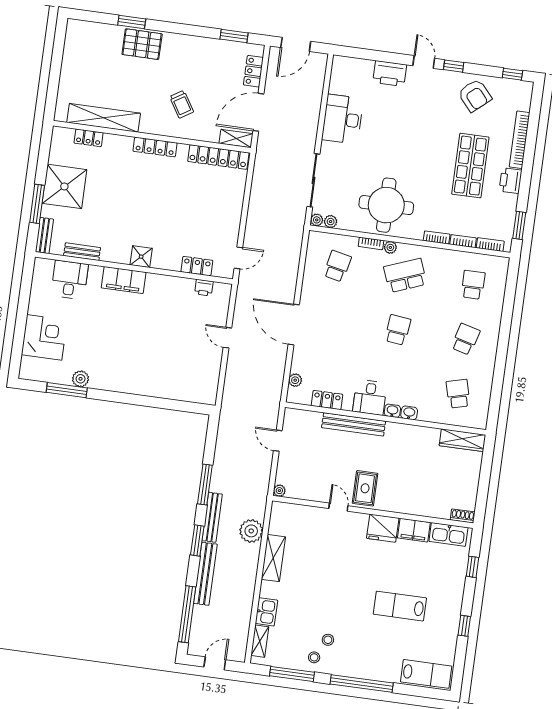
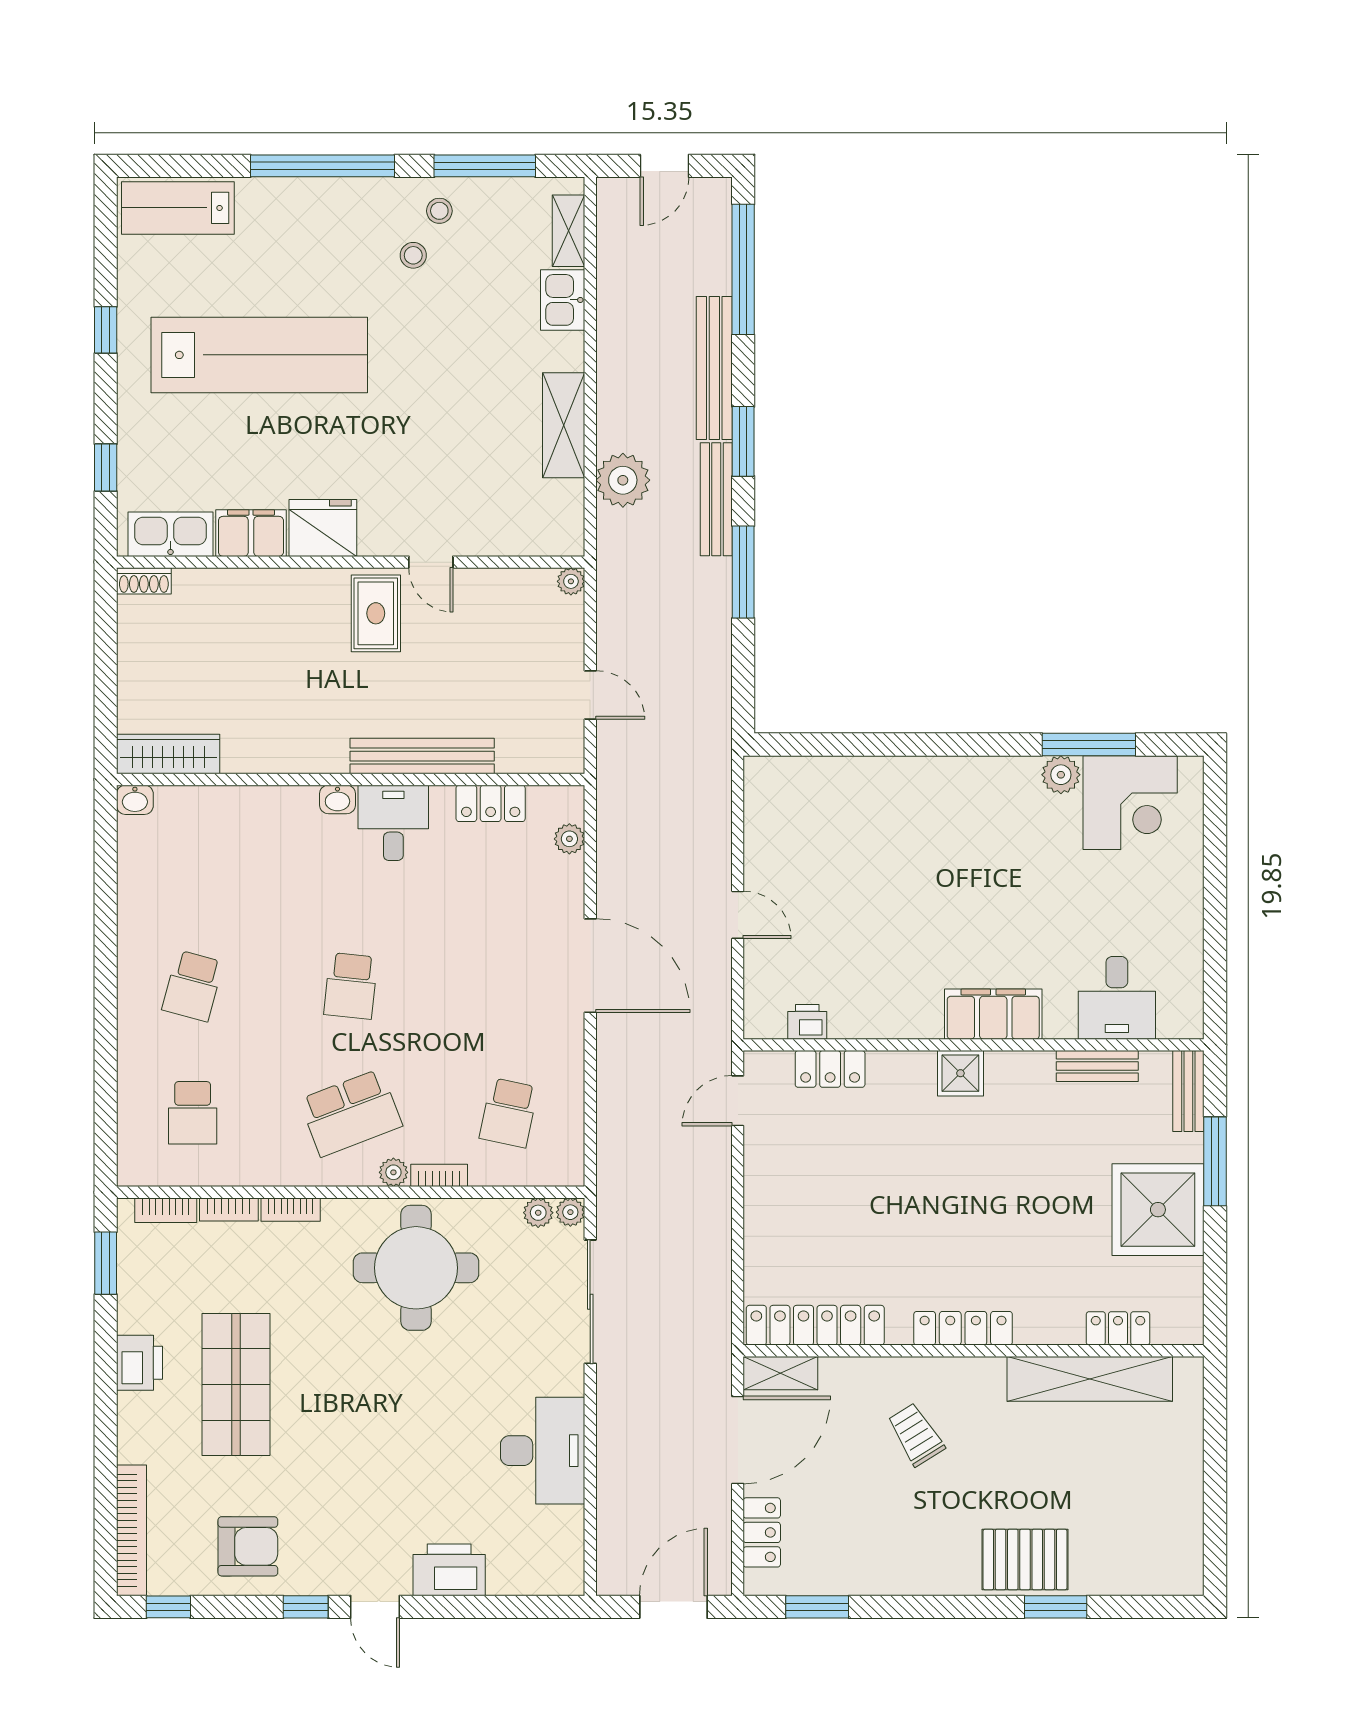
armchair: (475, 95) -> (248, 1546), turned 131
bookcase: (520, 140) -> (132, 1530), moved
corner desk: (44, 337) -> (1130, 803), moved, turned -90
school desk: (458, 394) -> (193, 859), removed
washbasin: (409, 413) -> (135, 800), moved
lab bench: (400, 606) -> (259, 355), width x1.86, depth x1.39

